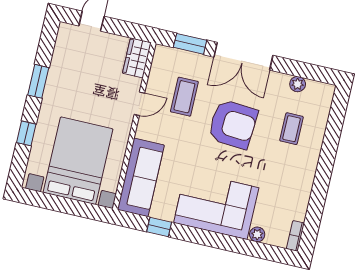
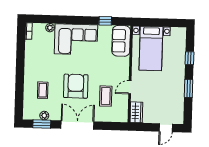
window: (190, 44) -> (42, 124), moved
armchair: (233, 124) -> (76, 86), turned 86
bed with nightstands: (78, 161) -> (151, 48), width x0.73
sofa: (141, 177) -> (121, 41), width x0.73

